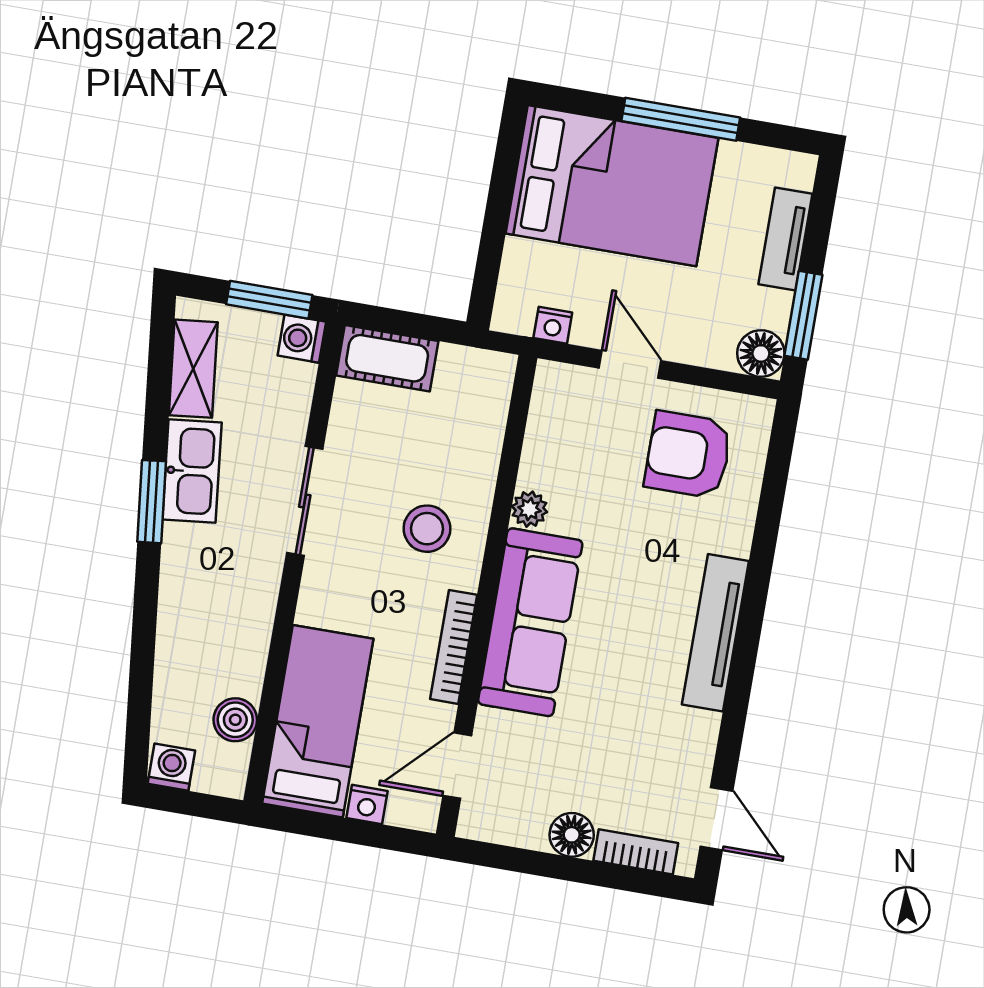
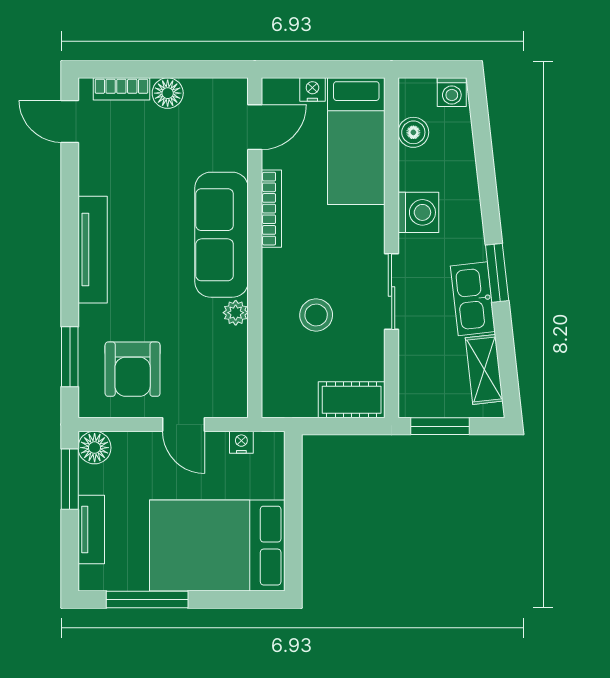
window: (681, 119) -> (147, 600), moved
washing machine: (302, 339) -> (418, 212), moved, width x1.38, depth x1.38
armchair: (688, 455) -> (133, 369), turned 90
window: (774, 488) -> (70, 357), added
stool: (427, 529) -> (316, 315), moved

